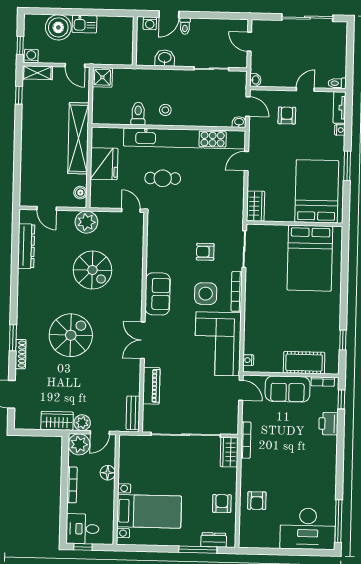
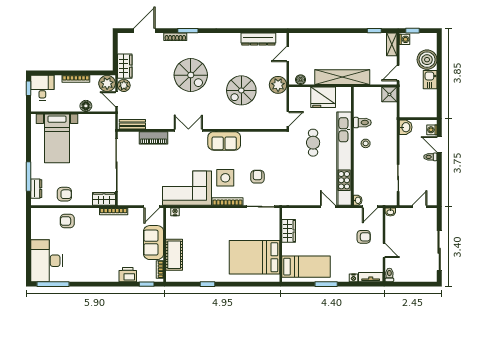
washbasin: (165, 58) -> (406, 127), moved
bed: (317, 191) -> (306, 267), width x0.67
wardrobe: (256, 206) -> (289, 231), moved, turned -90
window: (343, 340) -> (208, 284), moved

